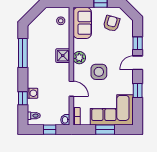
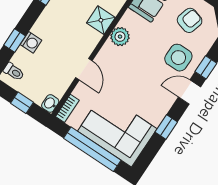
side table: (99, 72) -> (178, 58), moved
window: (105, 130) -> (92, 149), width x2.11

